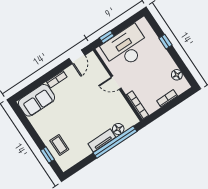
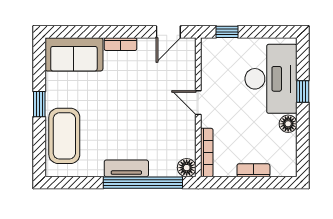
desk: (126, 48) -> (271, 79), moved, turned 90
floor lamp: (177, 75) -> (288, 124), moved
floor lamp: (118, 129) -> (187, 168), moved
coffee table: (59, 145) -> (64, 136), width x1.86, depth x1.72
window: (47, 155) -> (39, 104), moved

